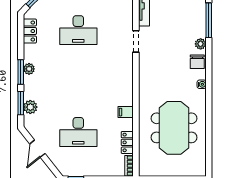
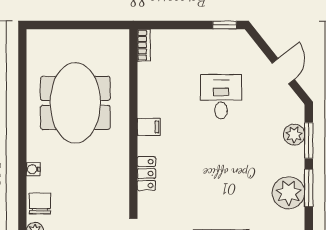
plant: (29, 69) -> (289, 193), width x1.88, depth x1.88
desk: (78, 132) -> (221, 97), width x0.73
locker: (127, 142) -> (146, 174), moved

